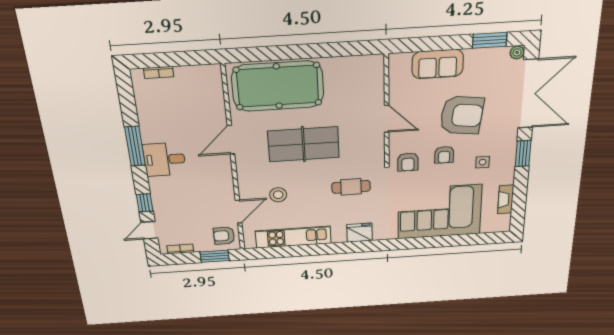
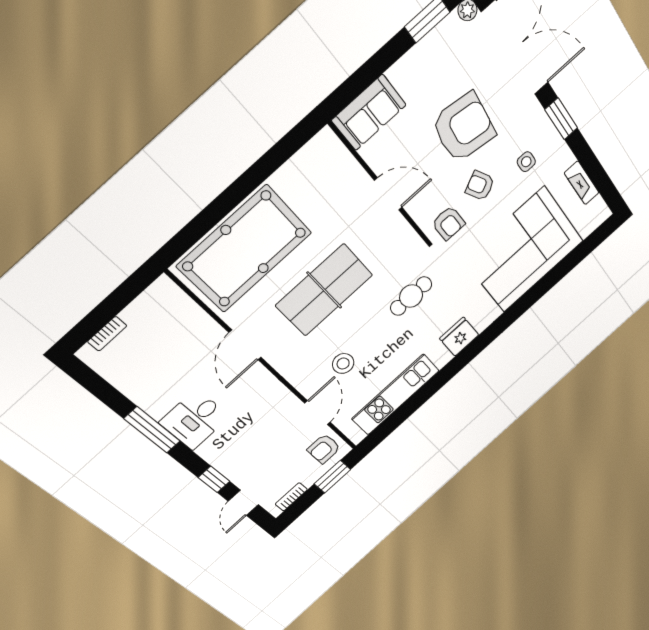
sofa: (438, 64) -> (369, 113), moved
armchair: (444, 155) -> (480, 185), turned 153

